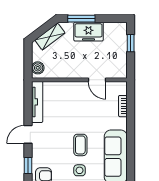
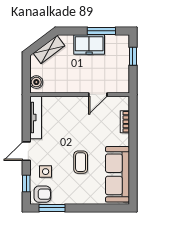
window: (81, 19) -> (101, 31), moved
door: (97, 80) -> (98, 95), hinge flipped
side table: (80, 170) -> (46, 172), moved

